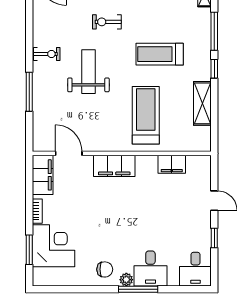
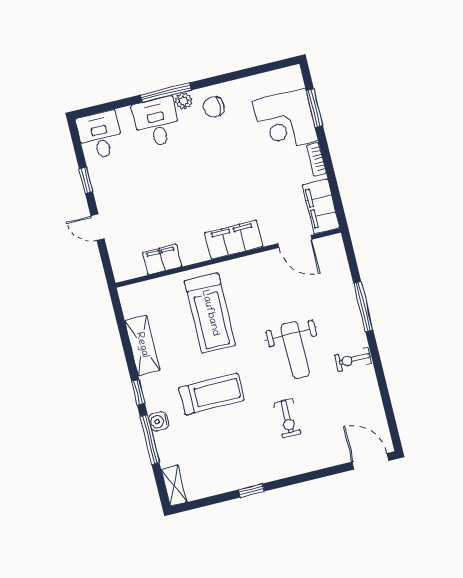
exercise bike: (107, 22) -> (287, 418), turned 90
water cooler: (204, 43) -> (159, 421), added

